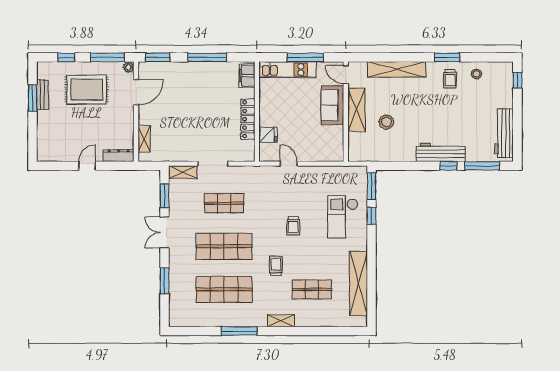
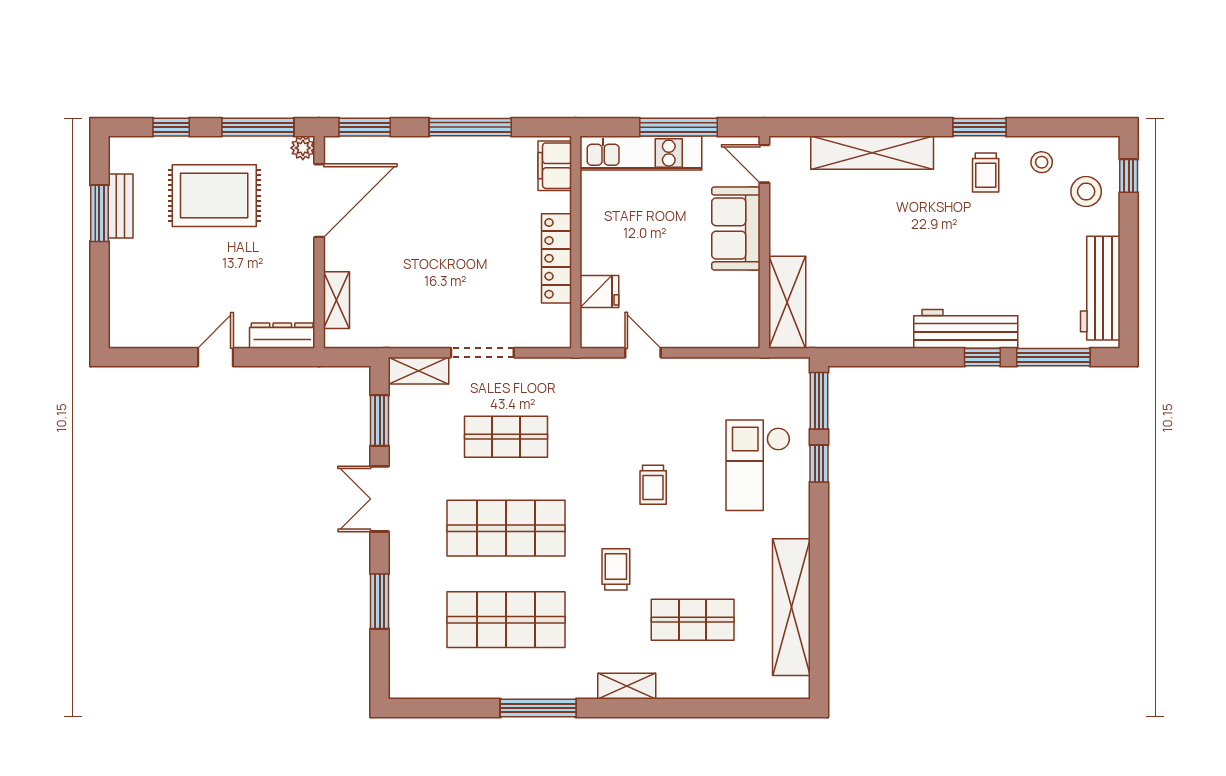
door: (136, 92) -> (319, 201), width x1.36
shelving: (357, 110) -> (787, 302), moved
stool: (386, 122) -> (1086, 192), moved

